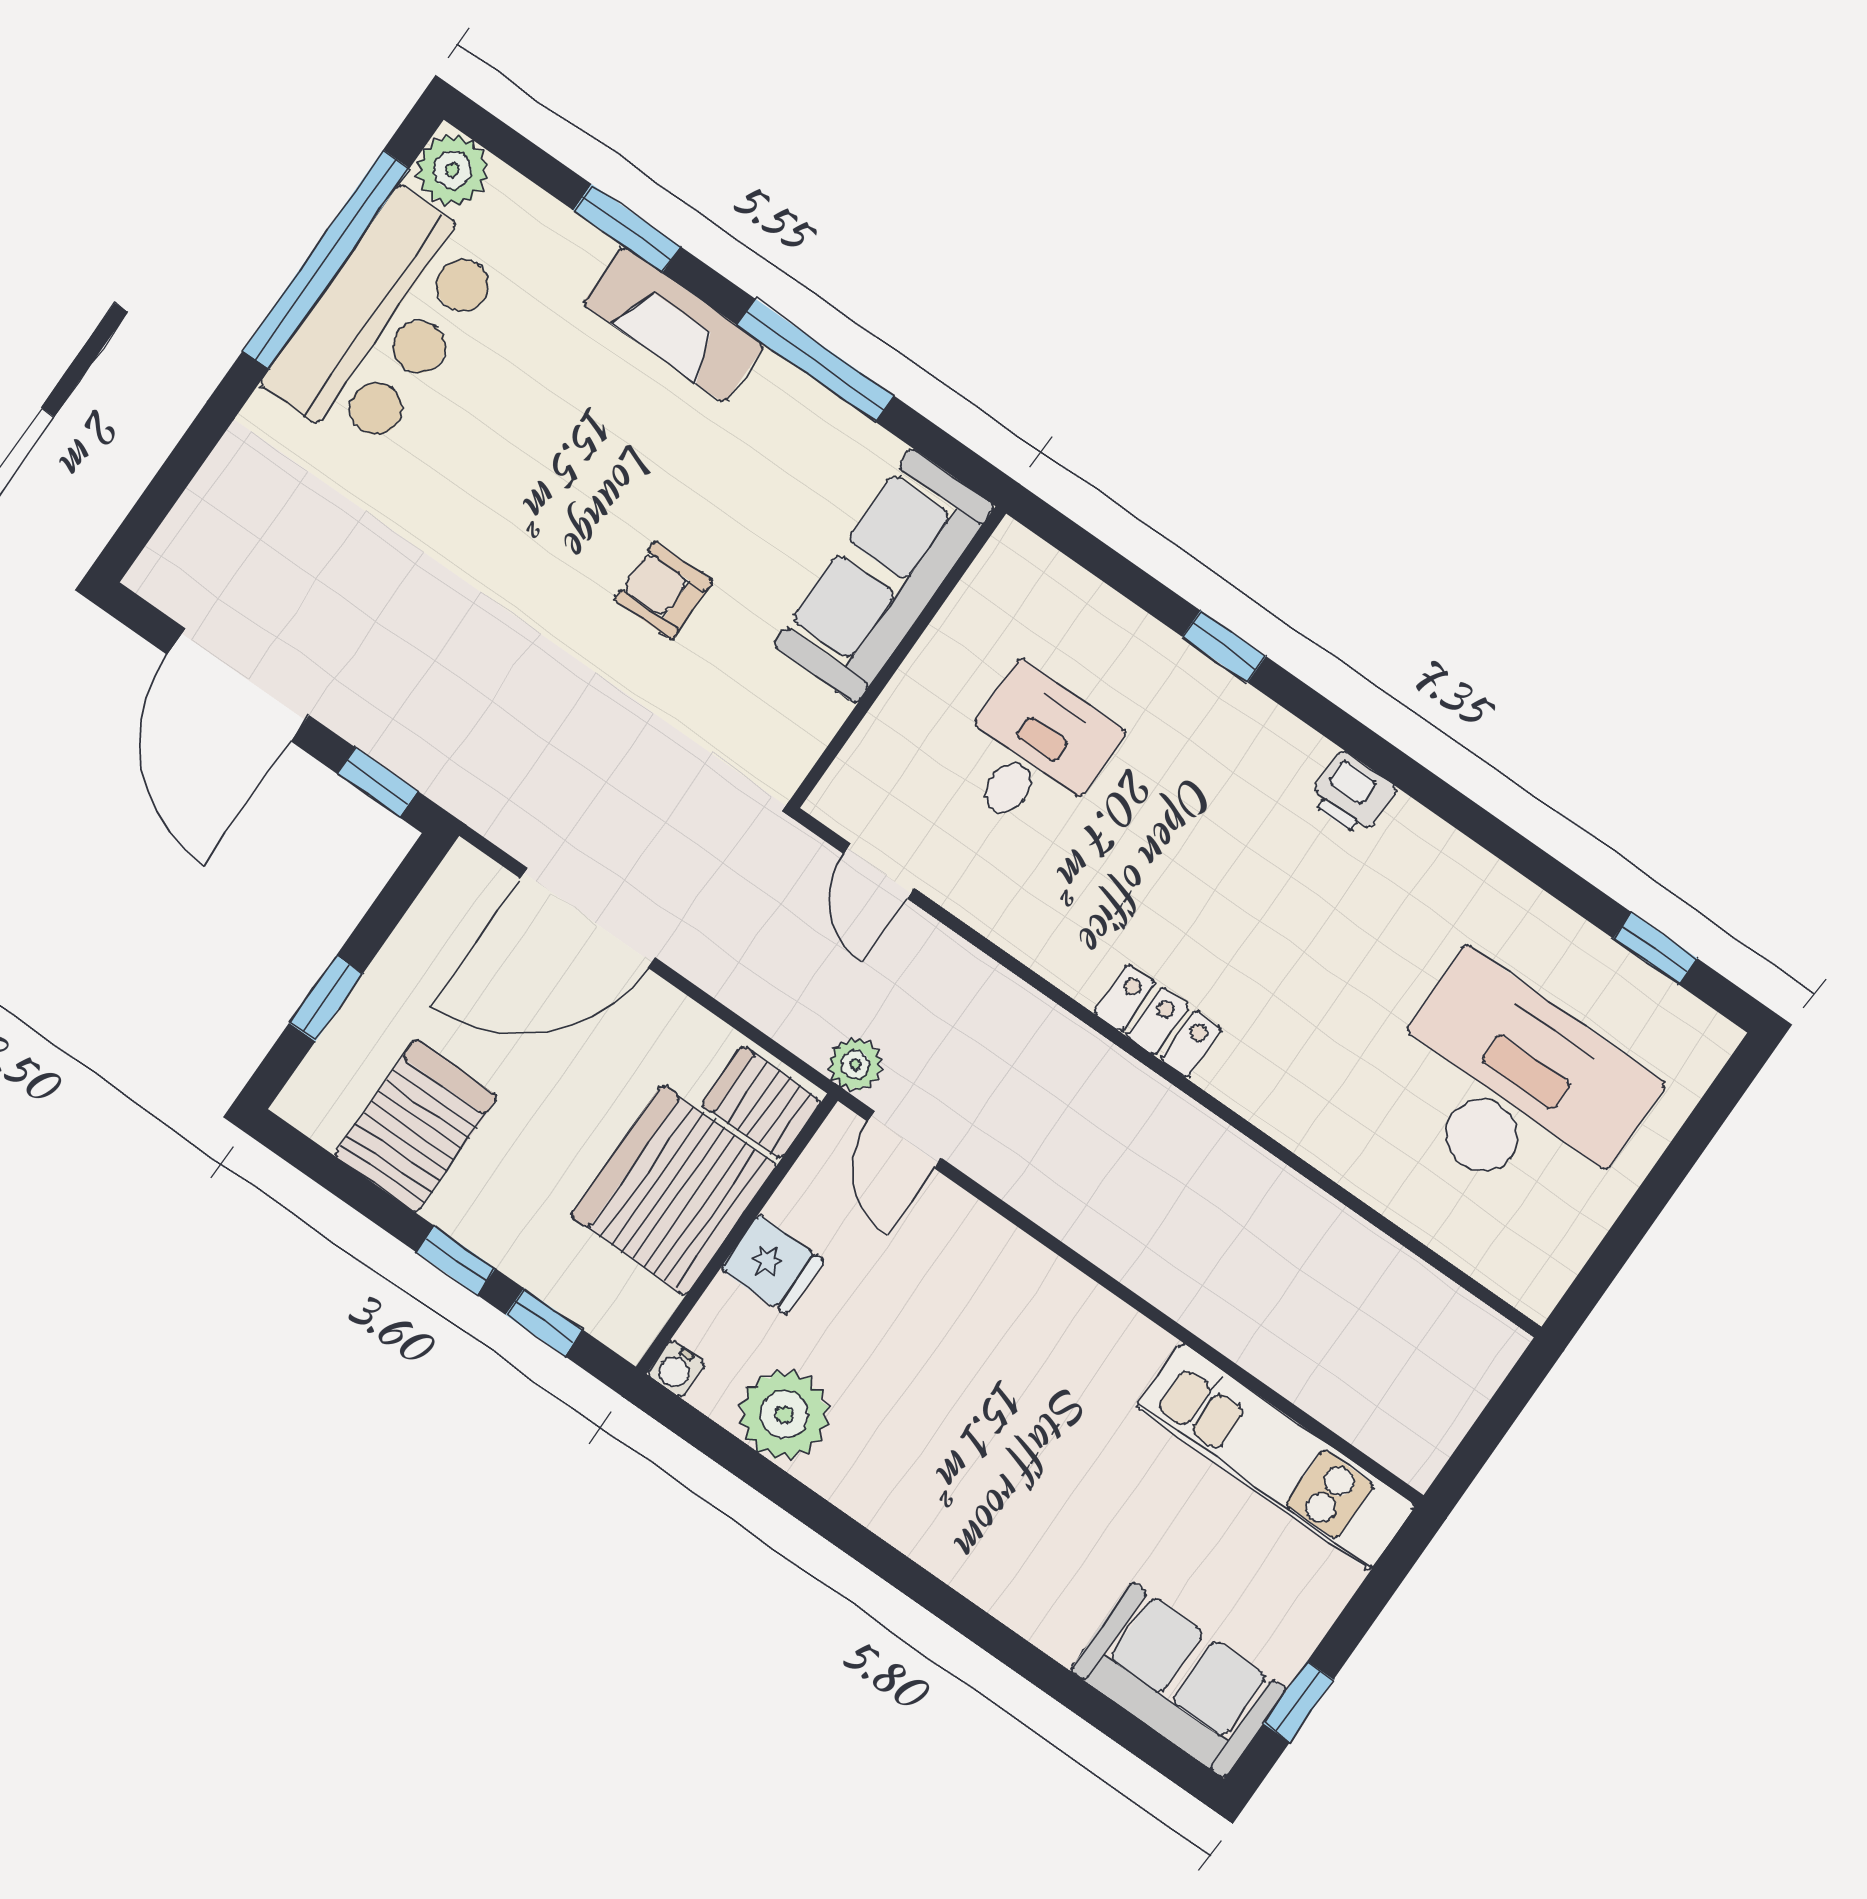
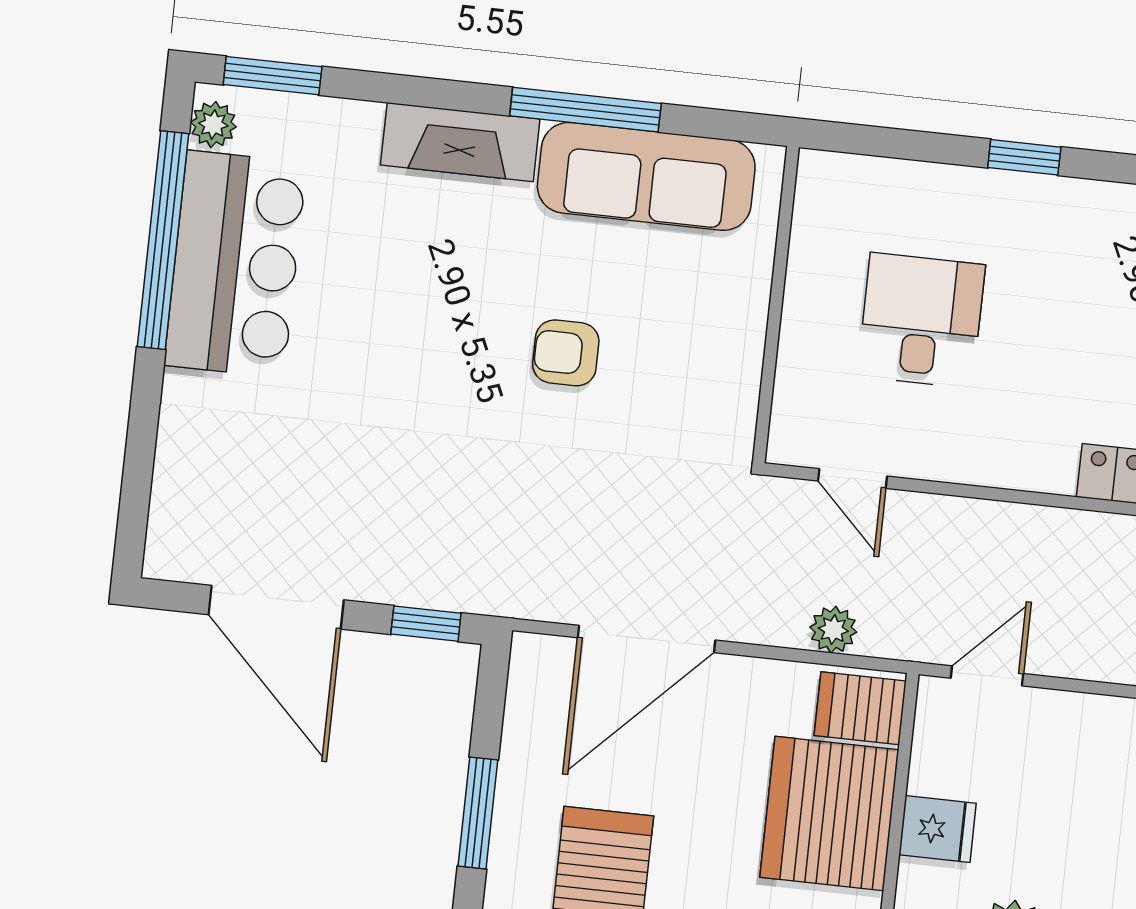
plant: (452, 170) -> (213, 124), width x0.73, depth x0.73
window: (627, 228) -> (273, 76), moved
sofa: (884, 576) -> (646, 176), moved, turned -90
window: (326, 998) -> (478, 813), width x1.50
plant: (855, 1065) -> (833, 630), moved
door: (905, 1140) -> (987, 676), swing flipped

